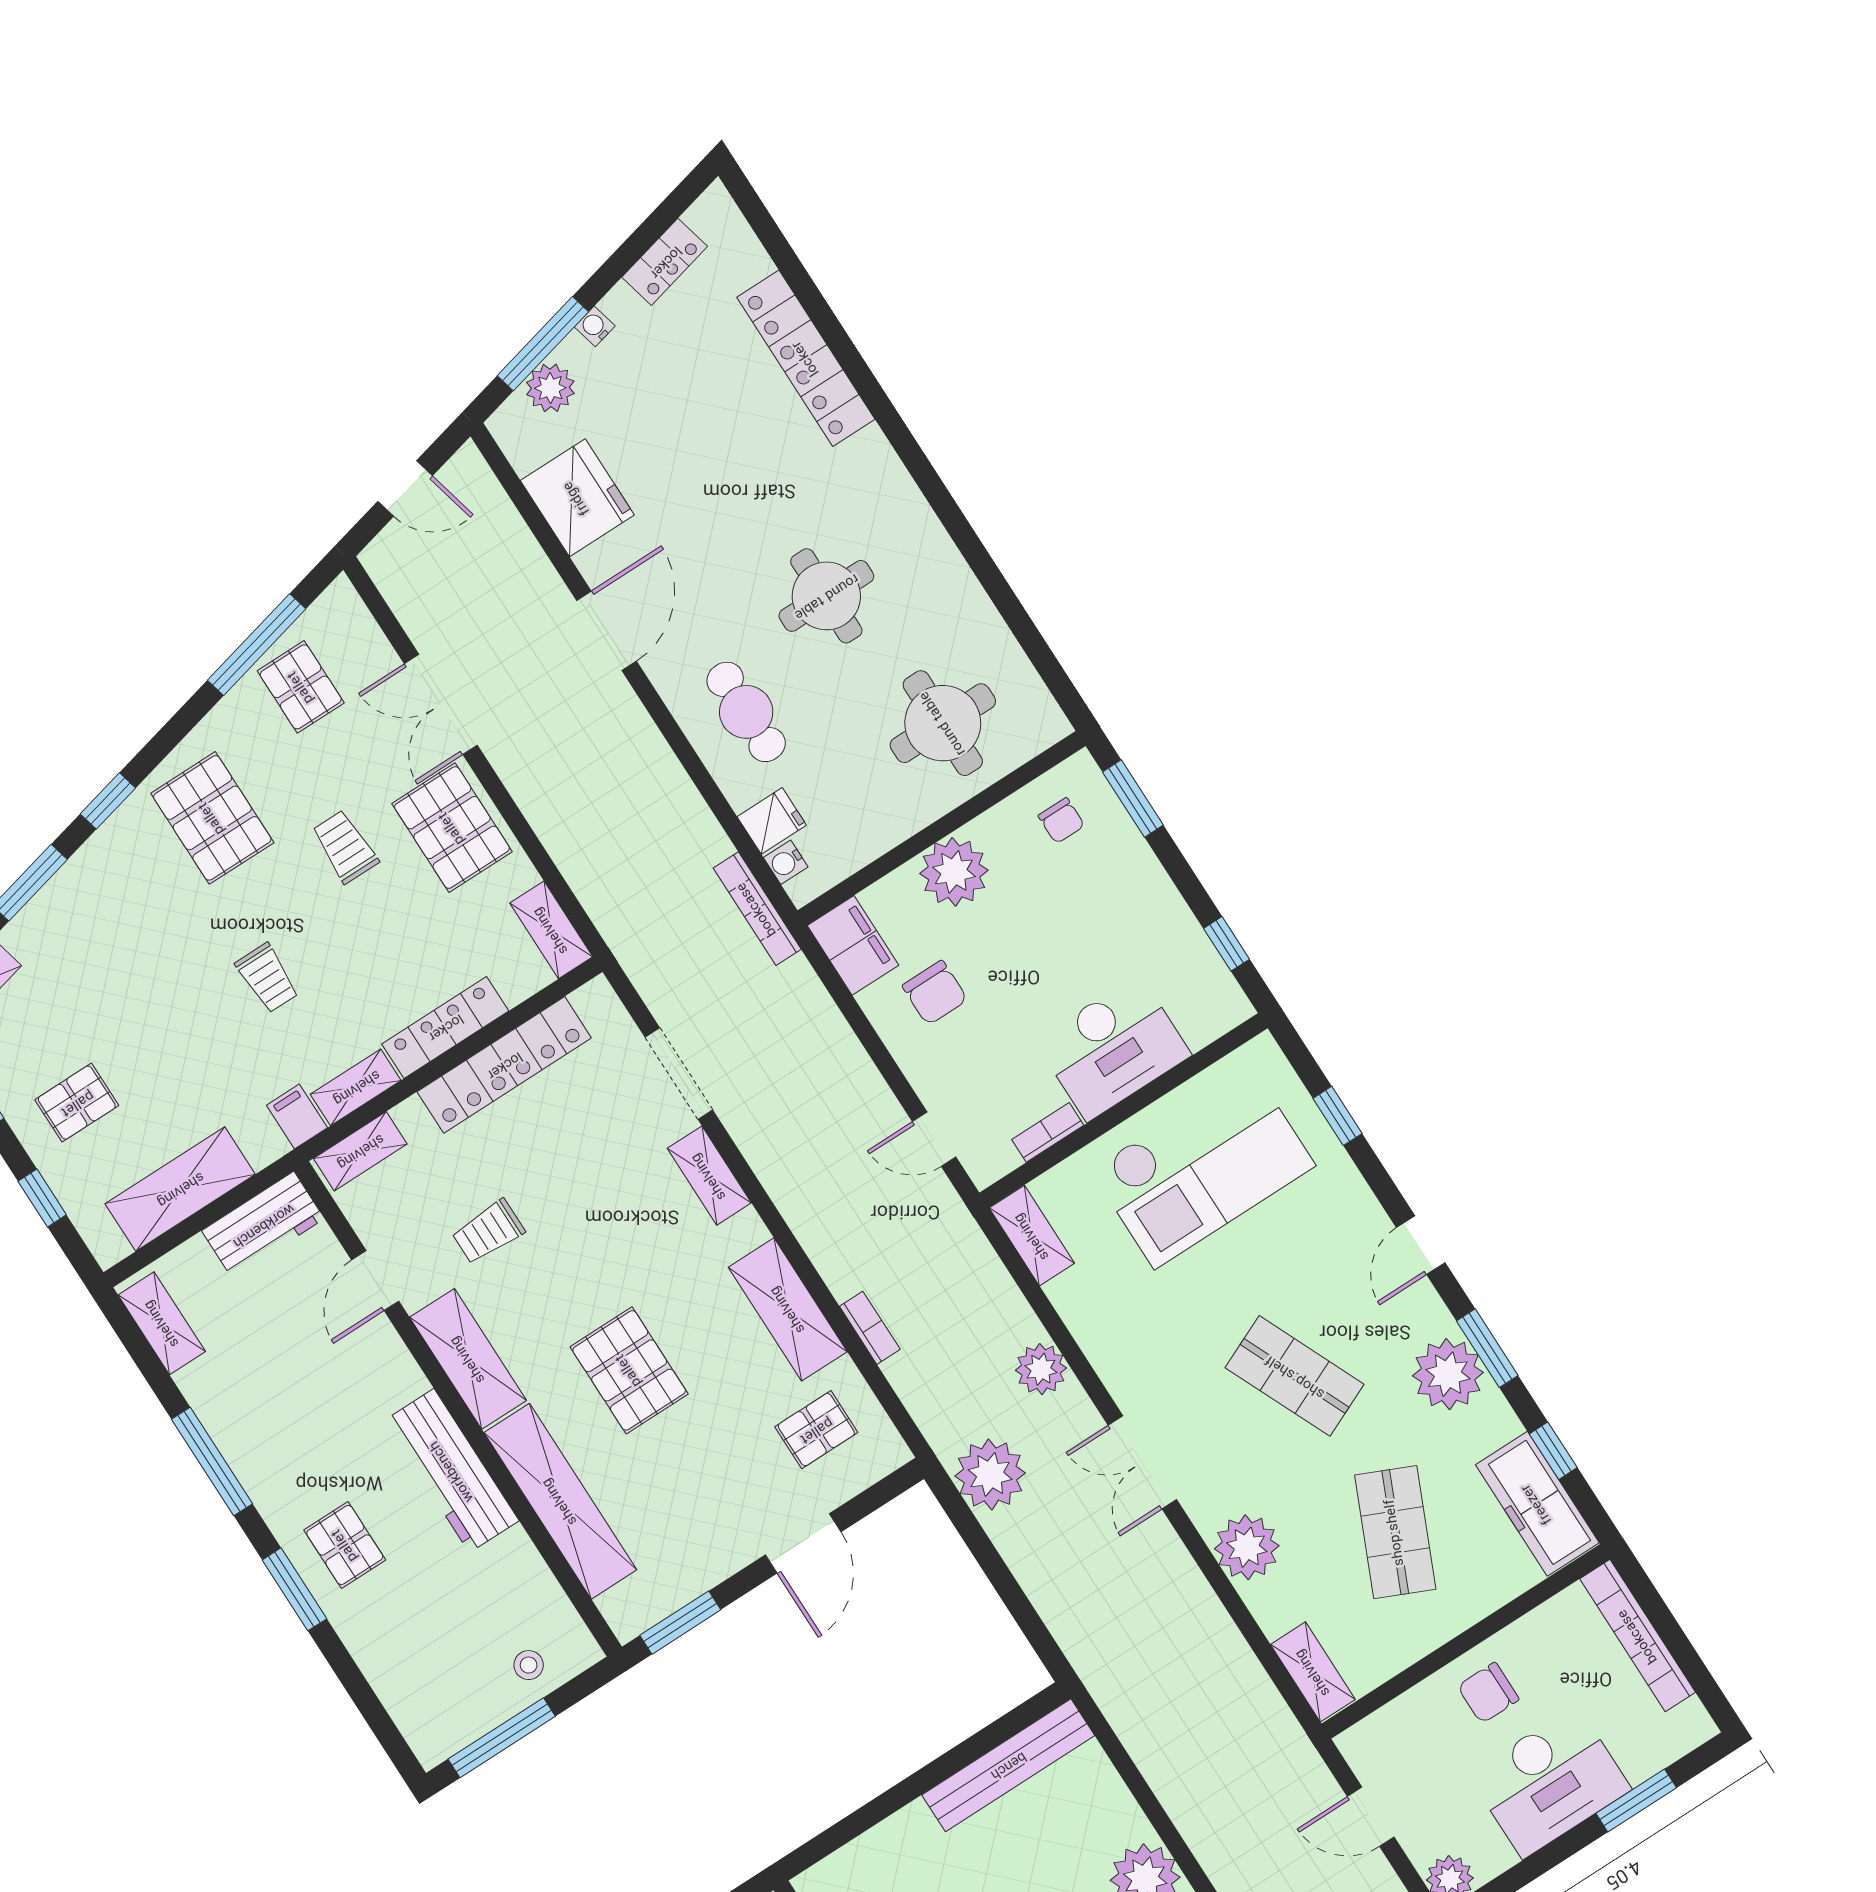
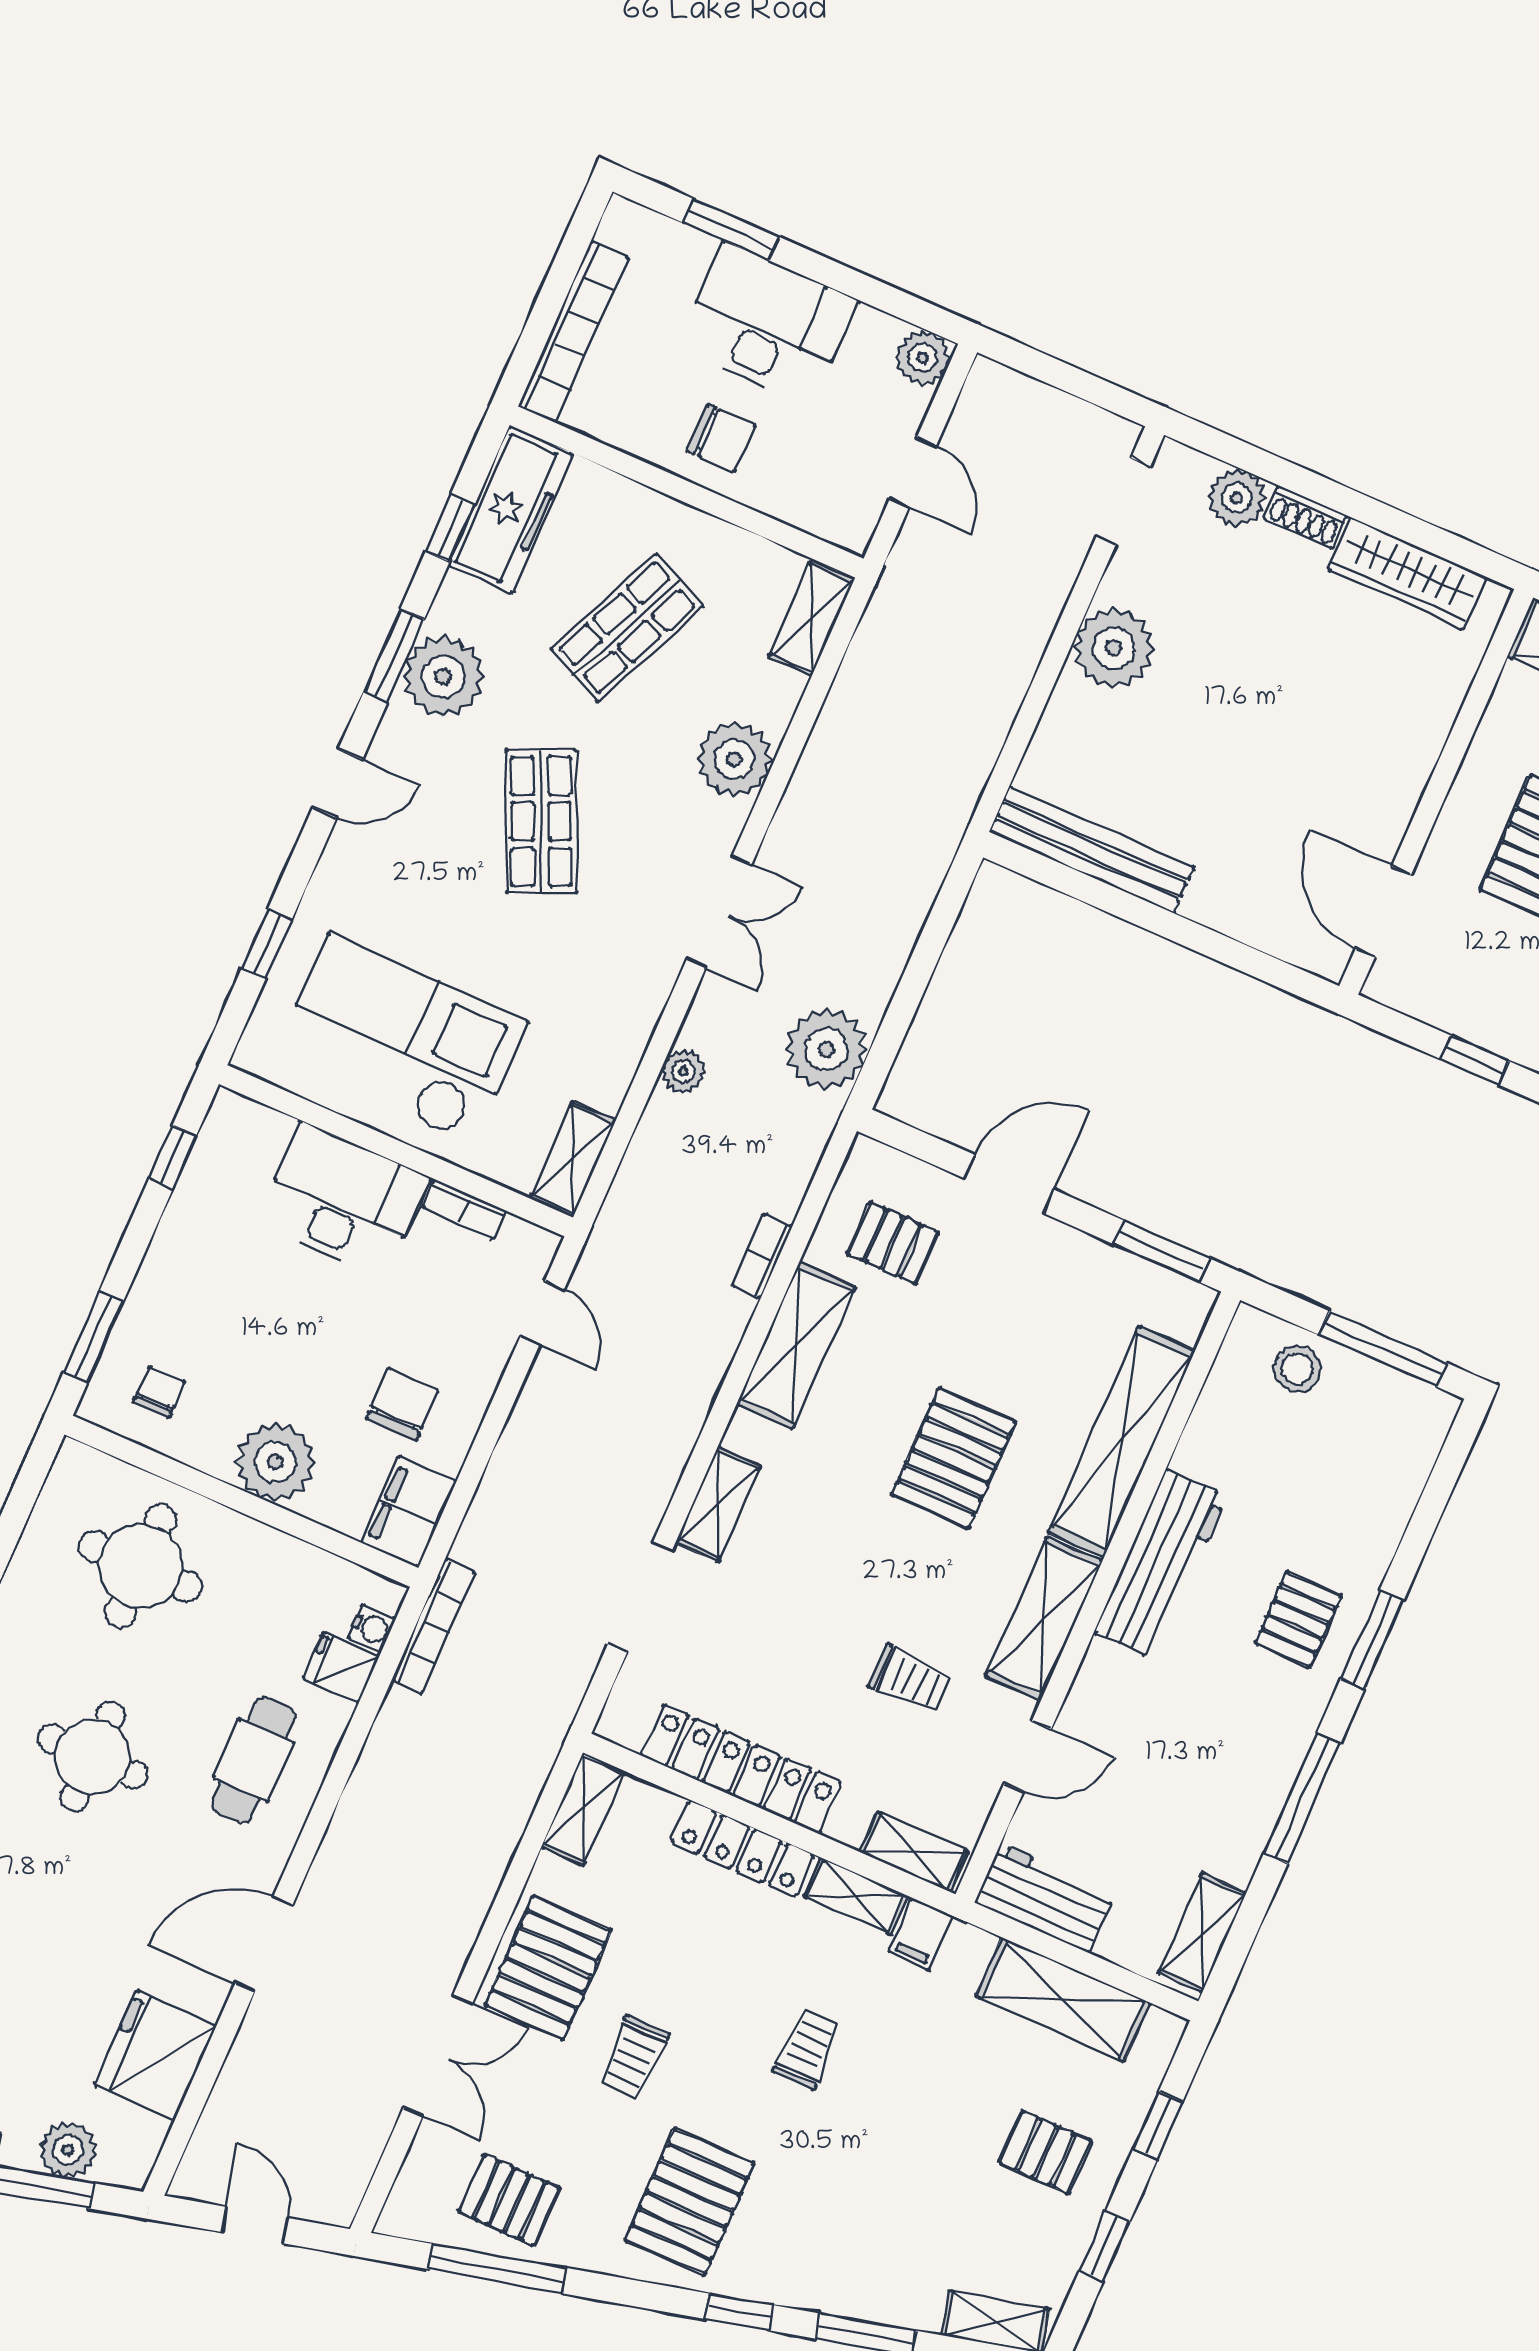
pallet: (301, 687) -> (509, 2200), turned 90
plant: (1041, 1369) -> (683, 1071), width x0.73, depth x0.73
stool: (529, 1665) -> (1297, 1369), width x1.37, depth x1.37

